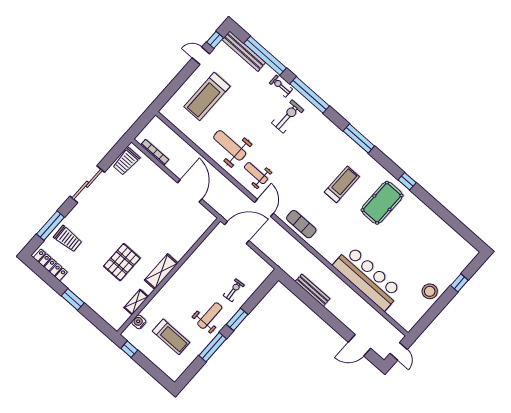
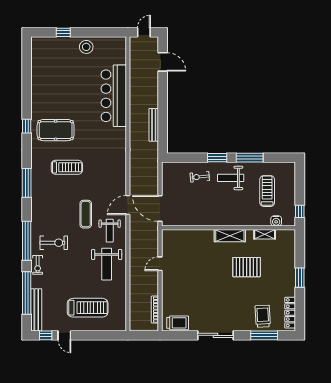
exercise bike: (288, 116) -> (54, 243), turned 180
treadmill: (342, 184) -> (67, 167), turned 180
door: (190, 191) -> (160, 264), width x0.53
exercise mat: (301, 224) -> (86, 214), moved

